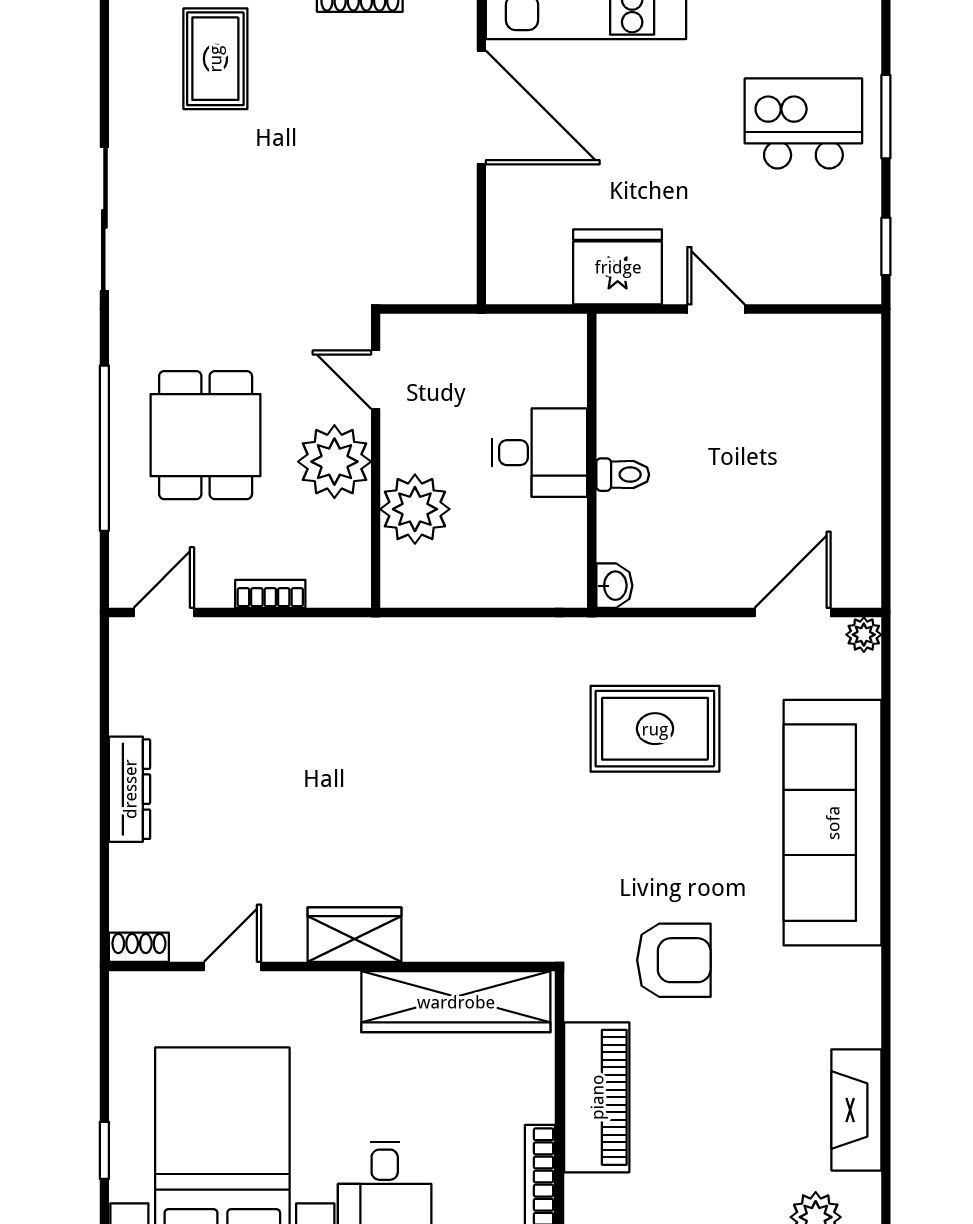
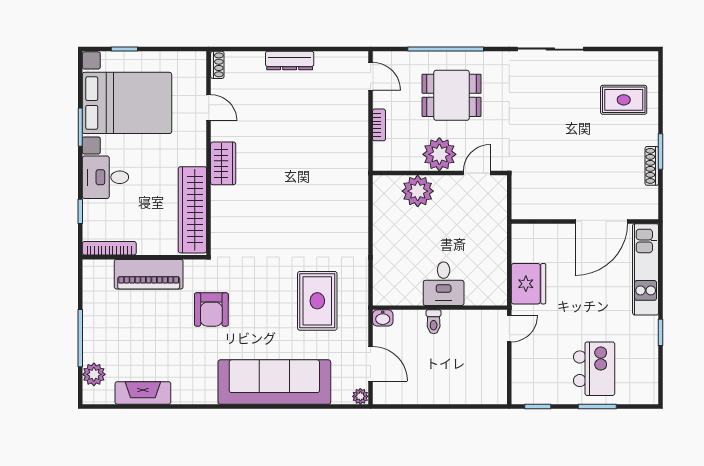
desk: (539, 453) -> (444, 284), moved
wall: (592, 461) -> (440, 308), moved
toilet: (623, 475) -> (434, 322), moved
washbasin: (614, 586) -> (383, 318), moved

